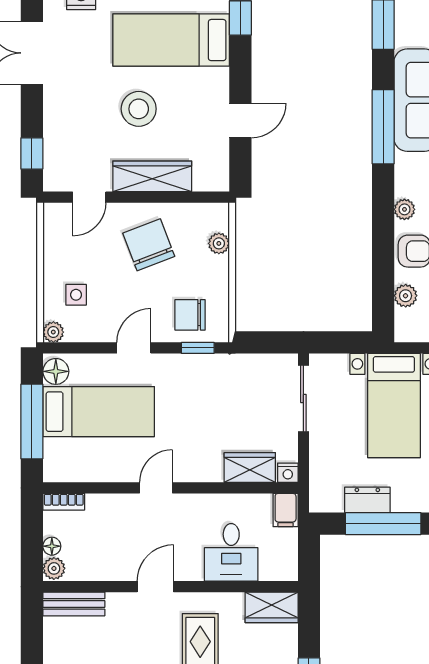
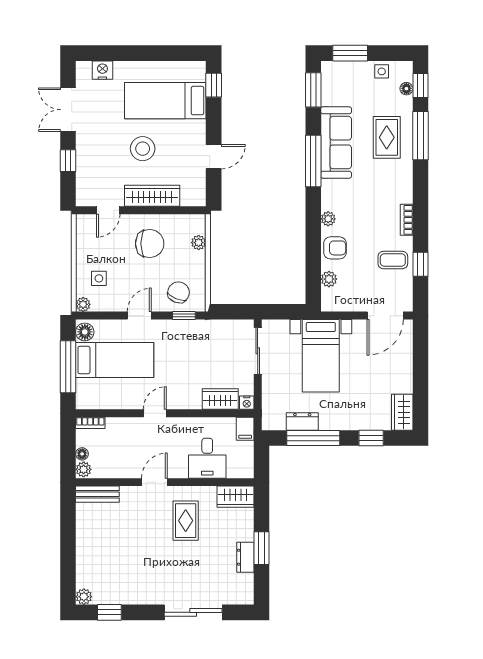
window: (32, 153) -> (68, 161), moved
chair: (149, 245) -> (150, 244), turned 111
chair: (190, 315) -> (179, 292), turned 112

